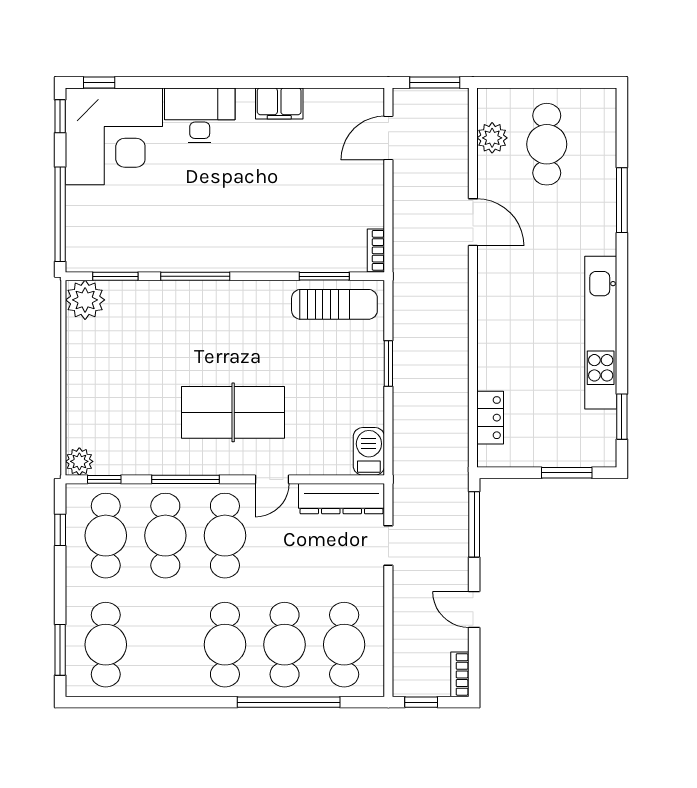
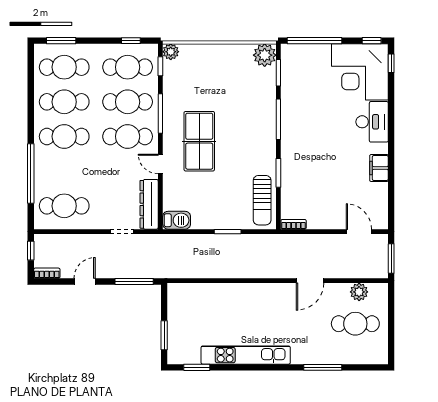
window: (324, 276) -> (278, 173), moved
locker: (490, 418) -> (196, 291), removed
cafe table: (285, 645) -> (64, 102), moved

